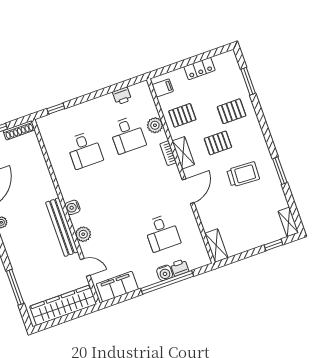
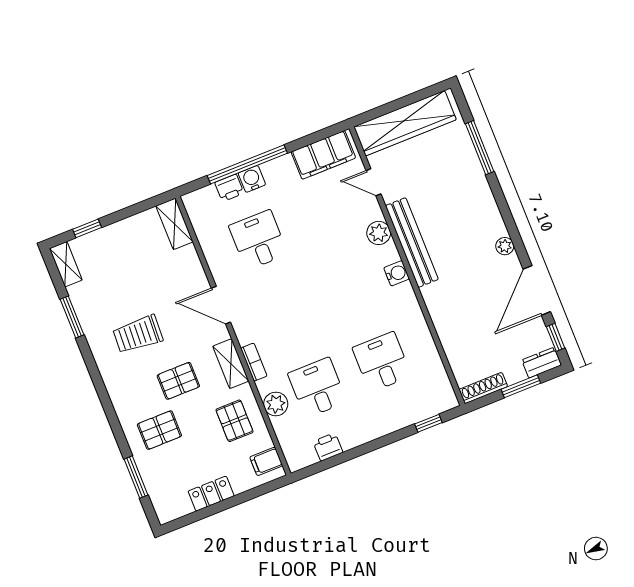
pallet: (182, 115) -> (234, 421), turned 90
window: (280, 171) -> (72, 317), moved
door: (188, 191) -> (221, 305), hinge flipped

